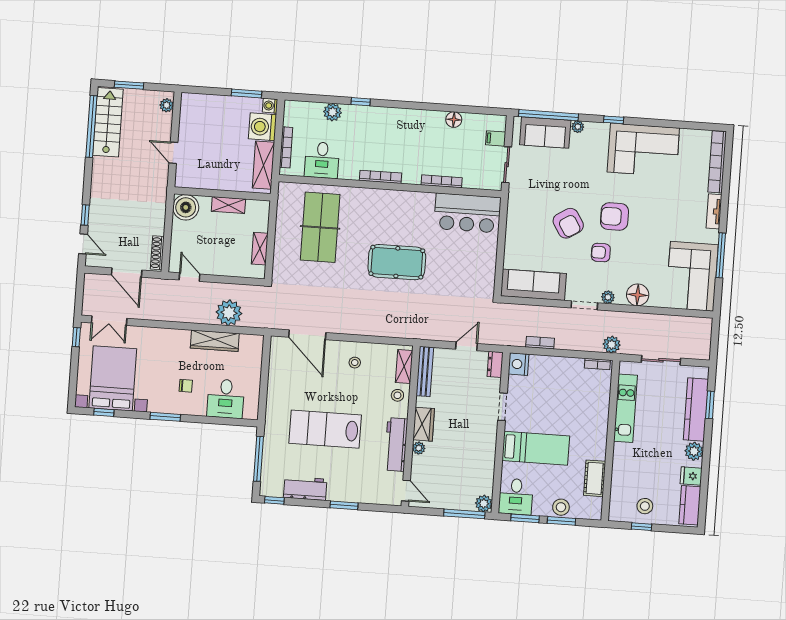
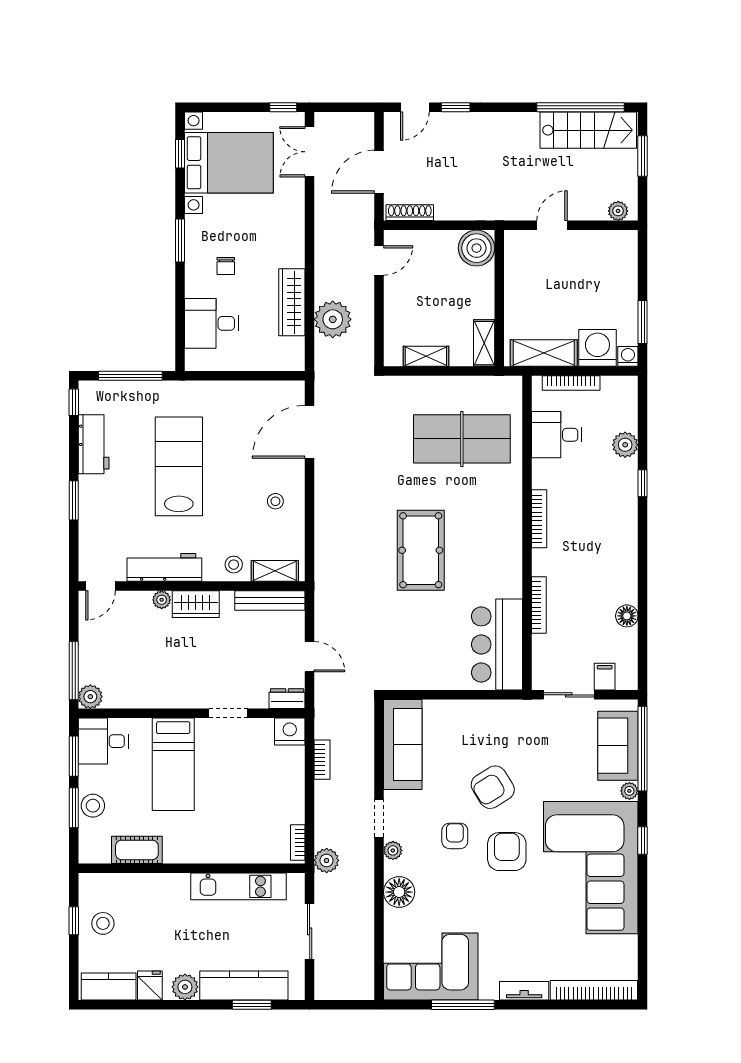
corner sofa: (643, 150) -> (591, 868), width x1.36, depth x1.36
shelving: (228, 205) -> (484, 343), moved

